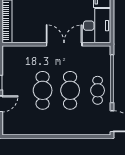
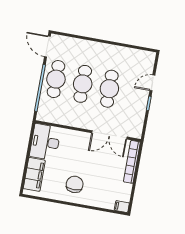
double door: (64, 44) -> (109, 135), moved
cafe table: (98, 90) -> (56, 79), width x1.37, depth x1.35

